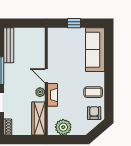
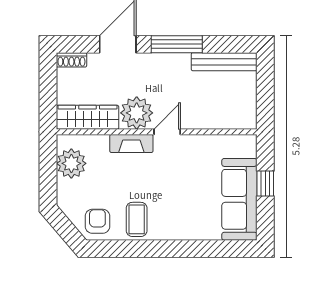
sofa: (95, 50) -> (239, 199), moved, turned -90
plant: (40, 92) -> (137, 113), width x1.88, depth x1.88
armchair: (94, 113) -> (97, 221), turned -90

